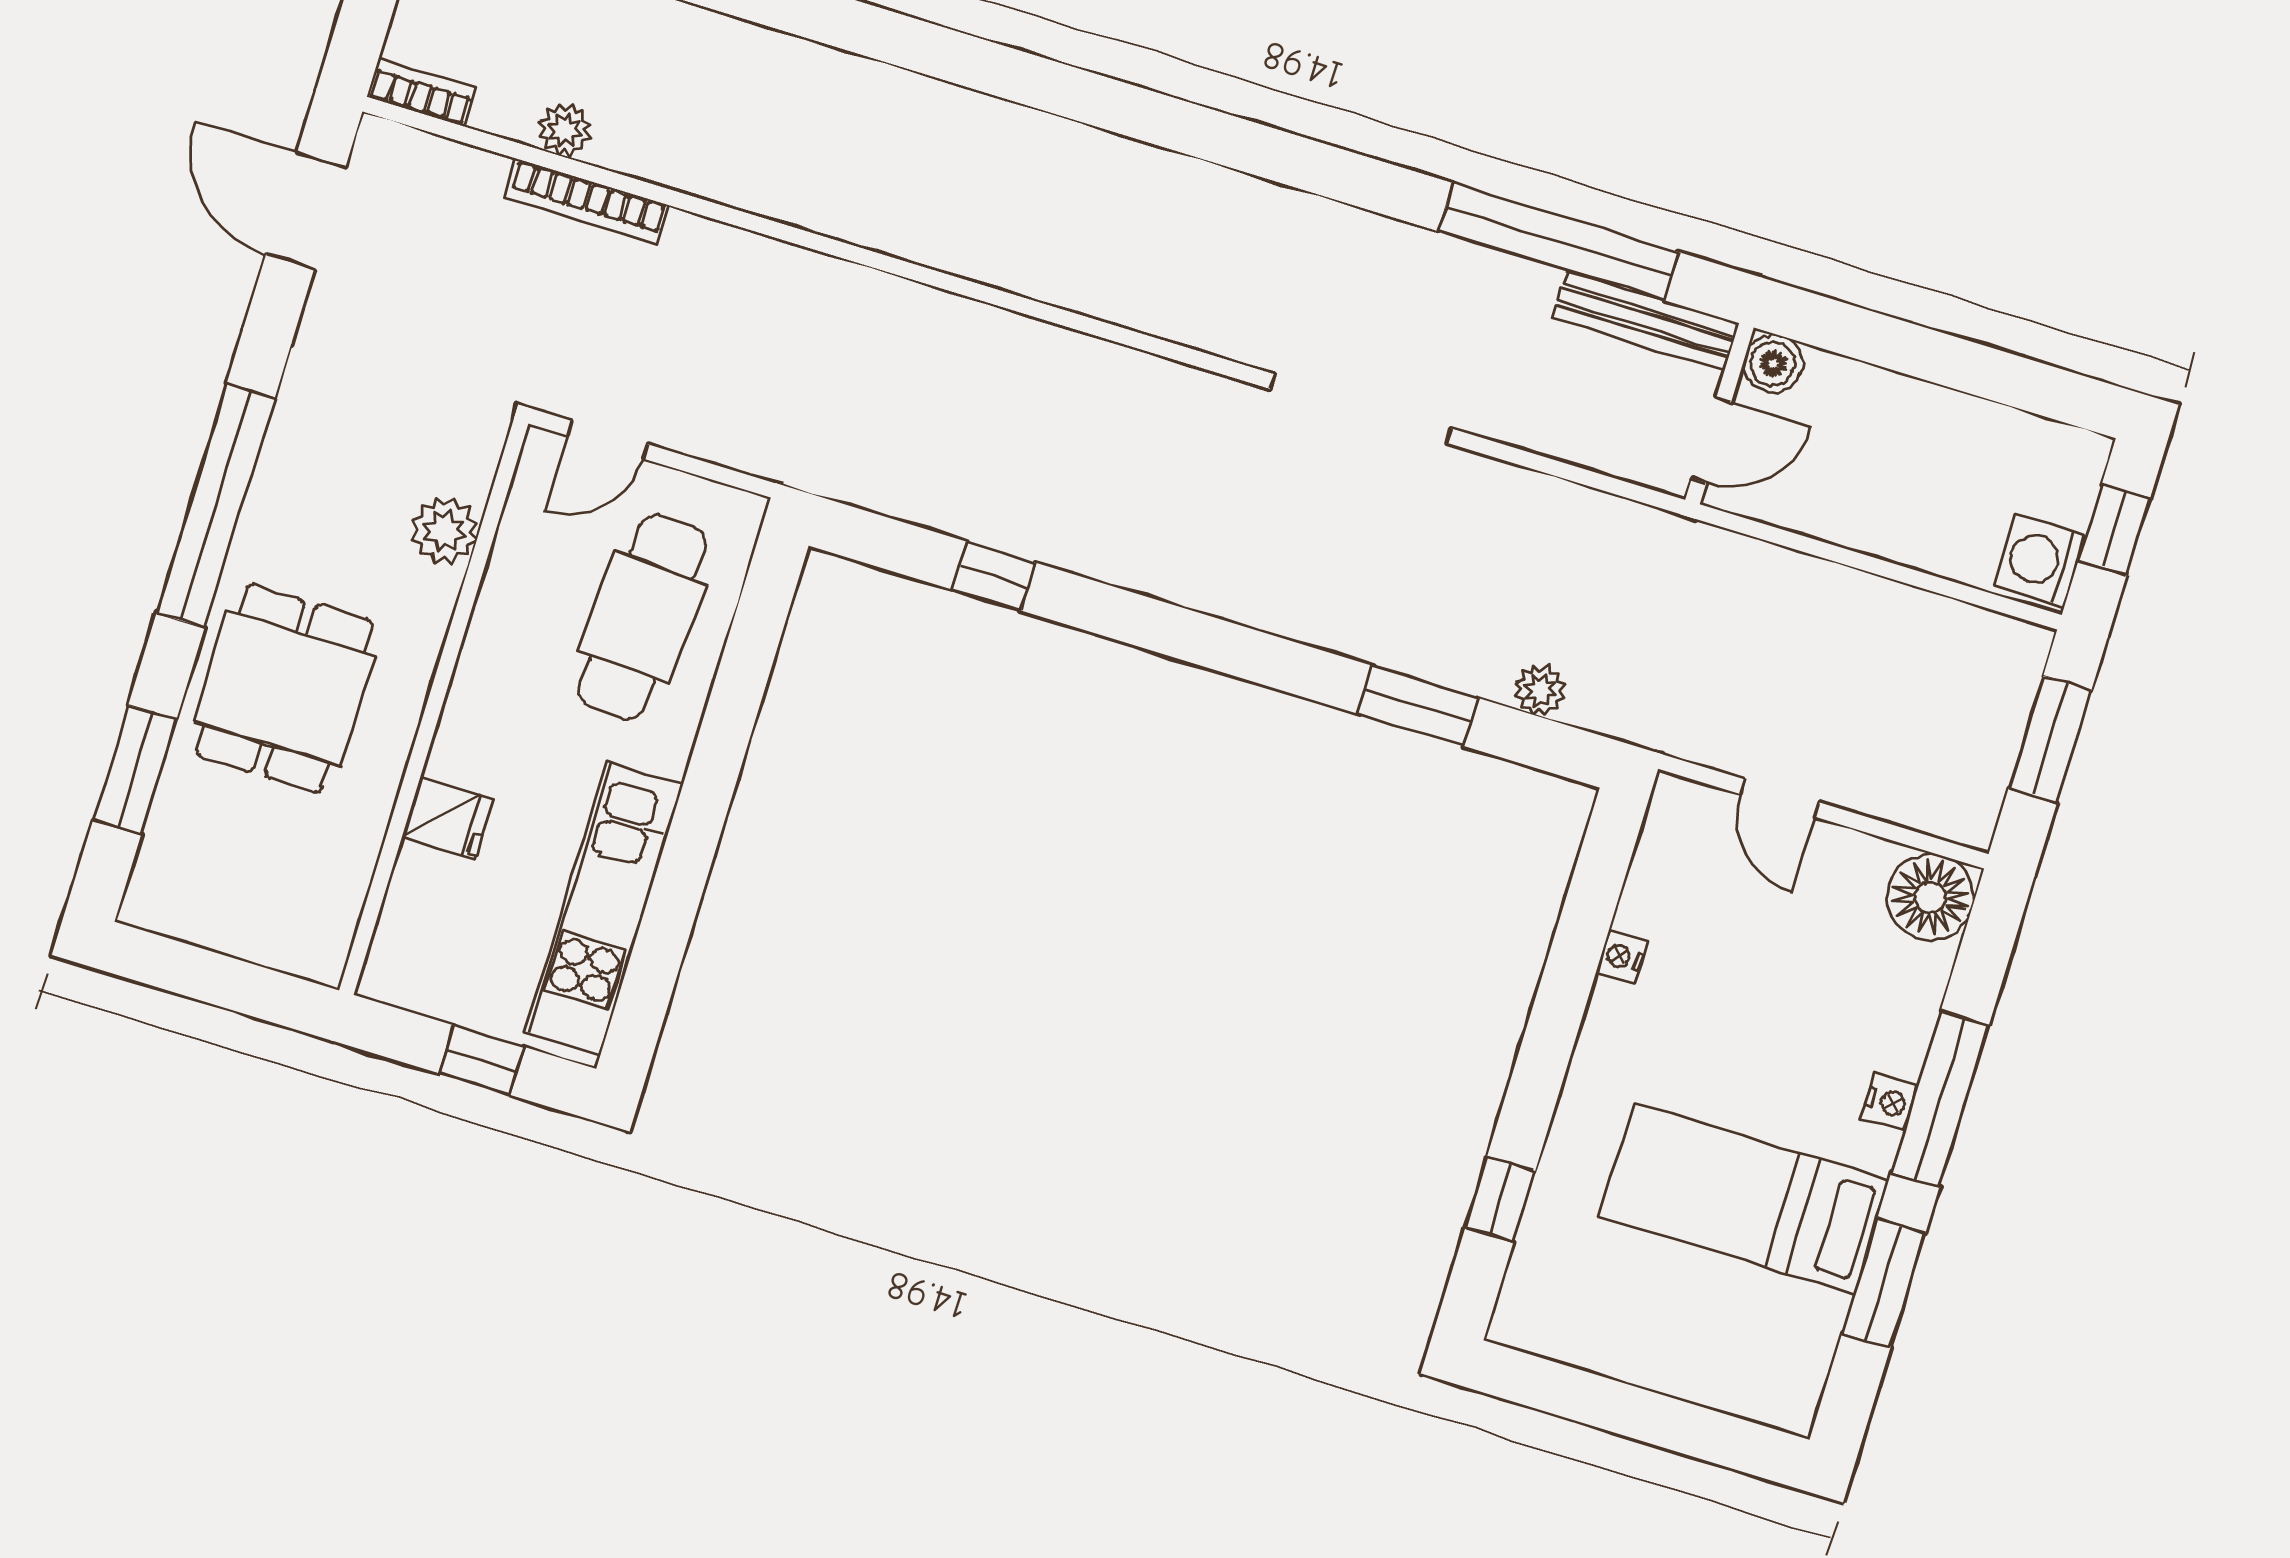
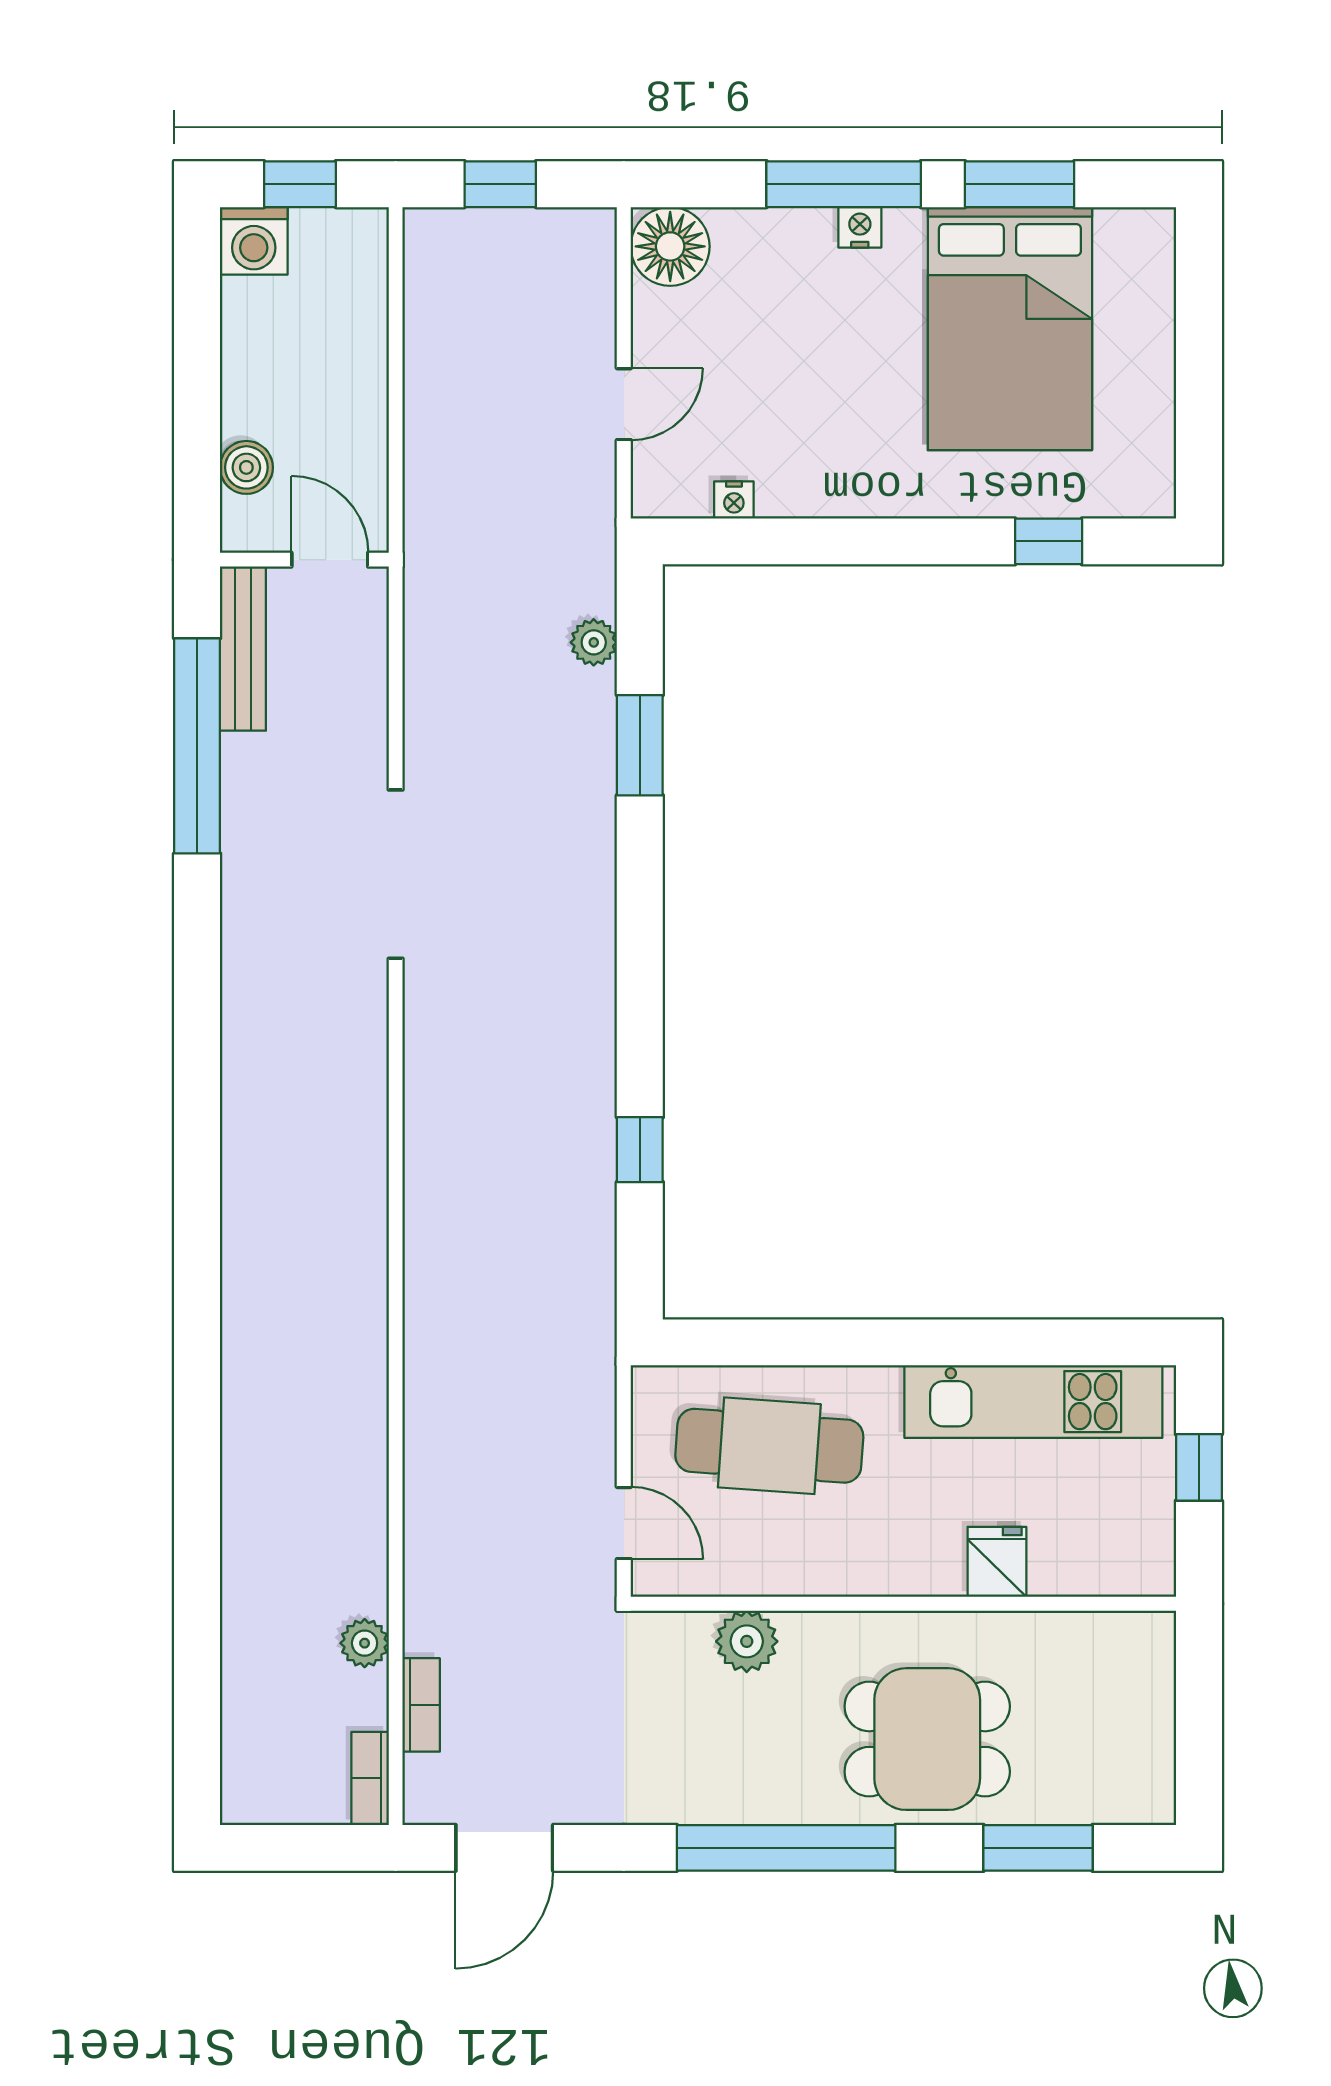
bookcase: (587, 201) -> (421, 1705), moved, width x0.64
boiler: (1773, 364) -> (246, 467), moved
washing machine: (2040, 560) -> (254, 241), moved
window: (2050, 739) -> (500, 184), width x0.67
nightstand: (1622, 957) -> (734, 500), moved
bed: (1744, 1198) -> (1010, 329), width x1.50

